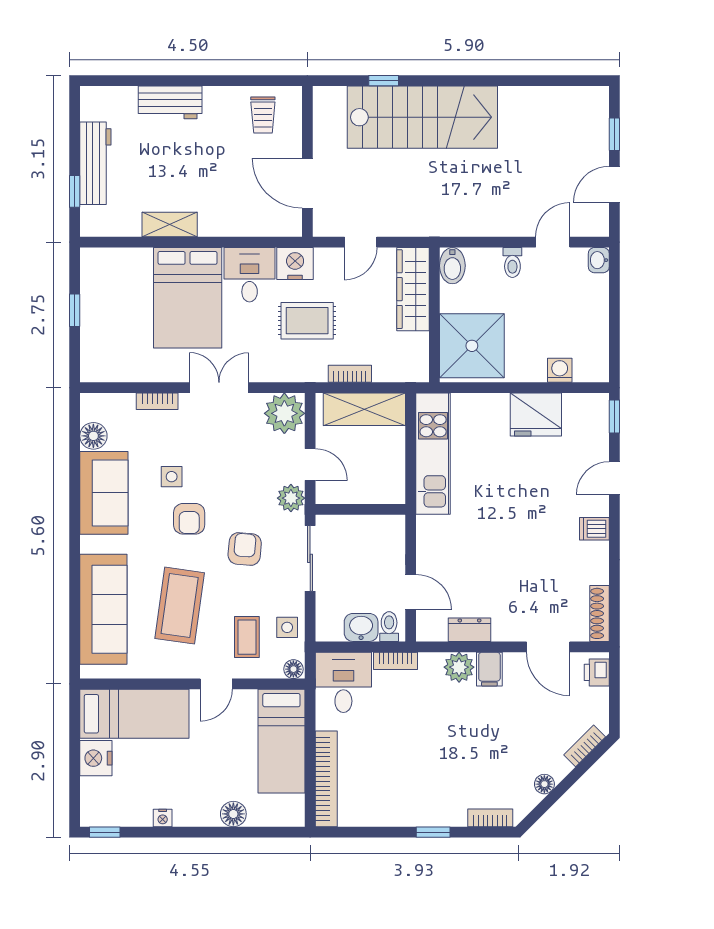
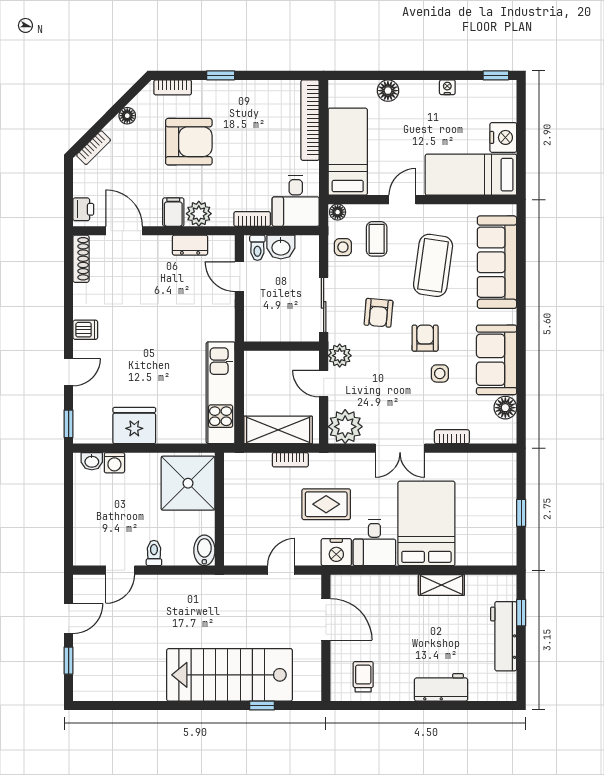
washbasin: (599, 260) -> (92, 461), moved, turned 90
wardrobe: (413, 289) -> (237, 531), removed
armchair: (471, 753) -> (189, 142), added

